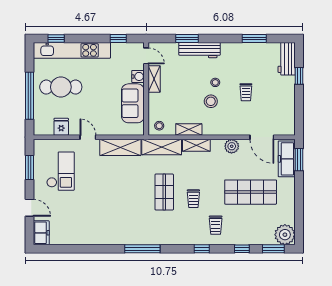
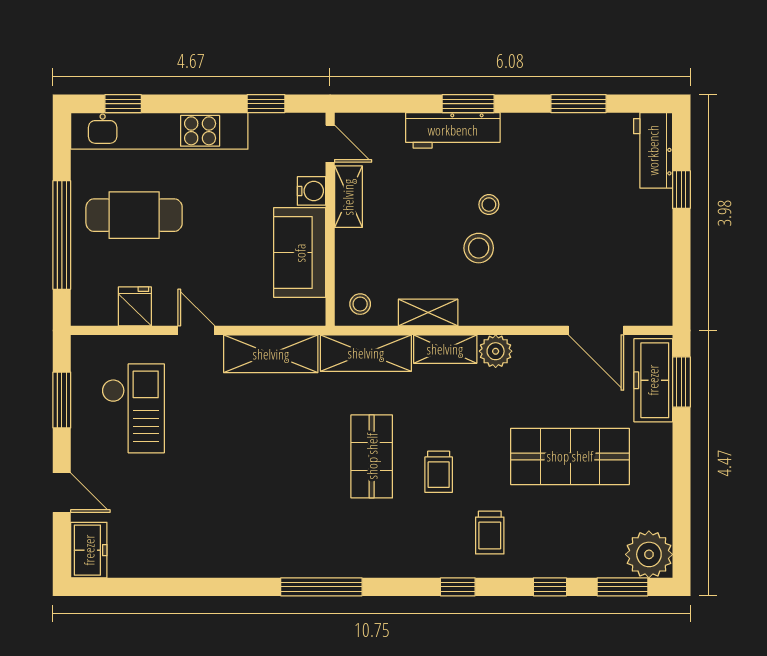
window: (187, 38) -> (468, 104), moved
trolley: (246, 92) -> (559, 227), removed
plant: (232, 146) -> (496, 351), moved

